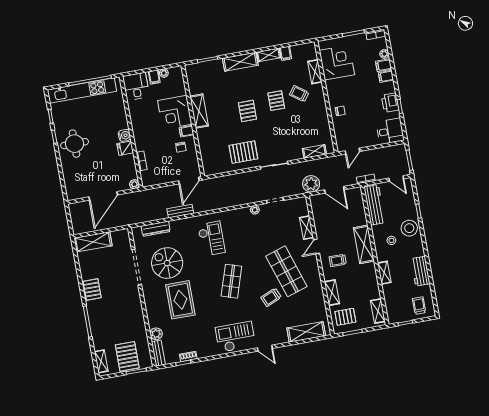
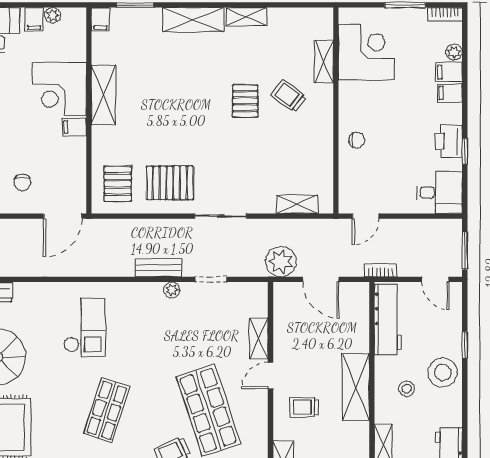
filing cabinet: (286, 53) -> (100, 19), moved
pallet: (247, 111) -> (118, 184), moved
chair: (181, 147) -> (22, 183), moved
bench: (180, 211) -> (158, 268), moved

